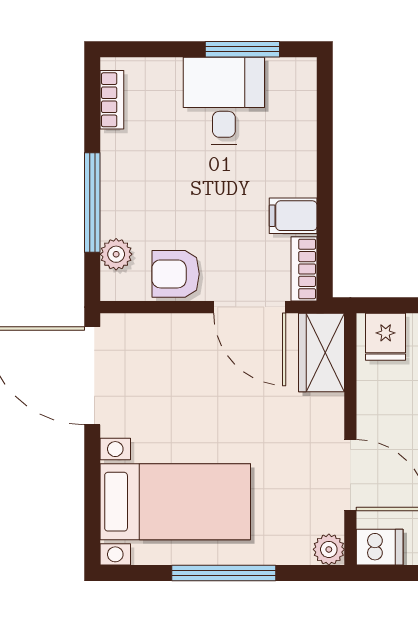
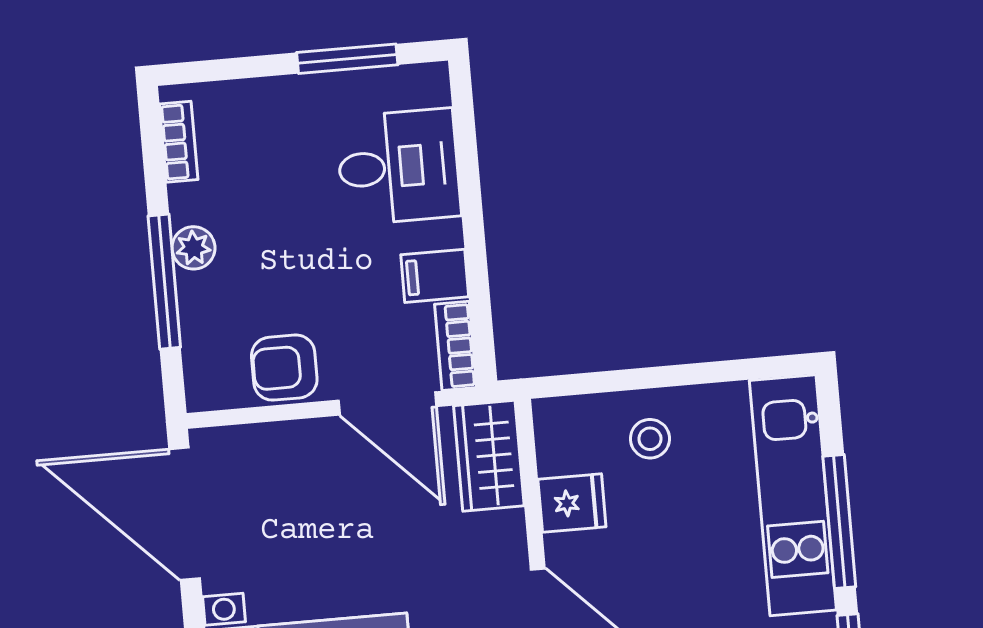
desk: (224, 101) -> (398, 167), moved, turned 90
plant: (116, 254) -> (193, 248), moved
fridge: (386, 337) -> (572, 503), moved, turned -90

